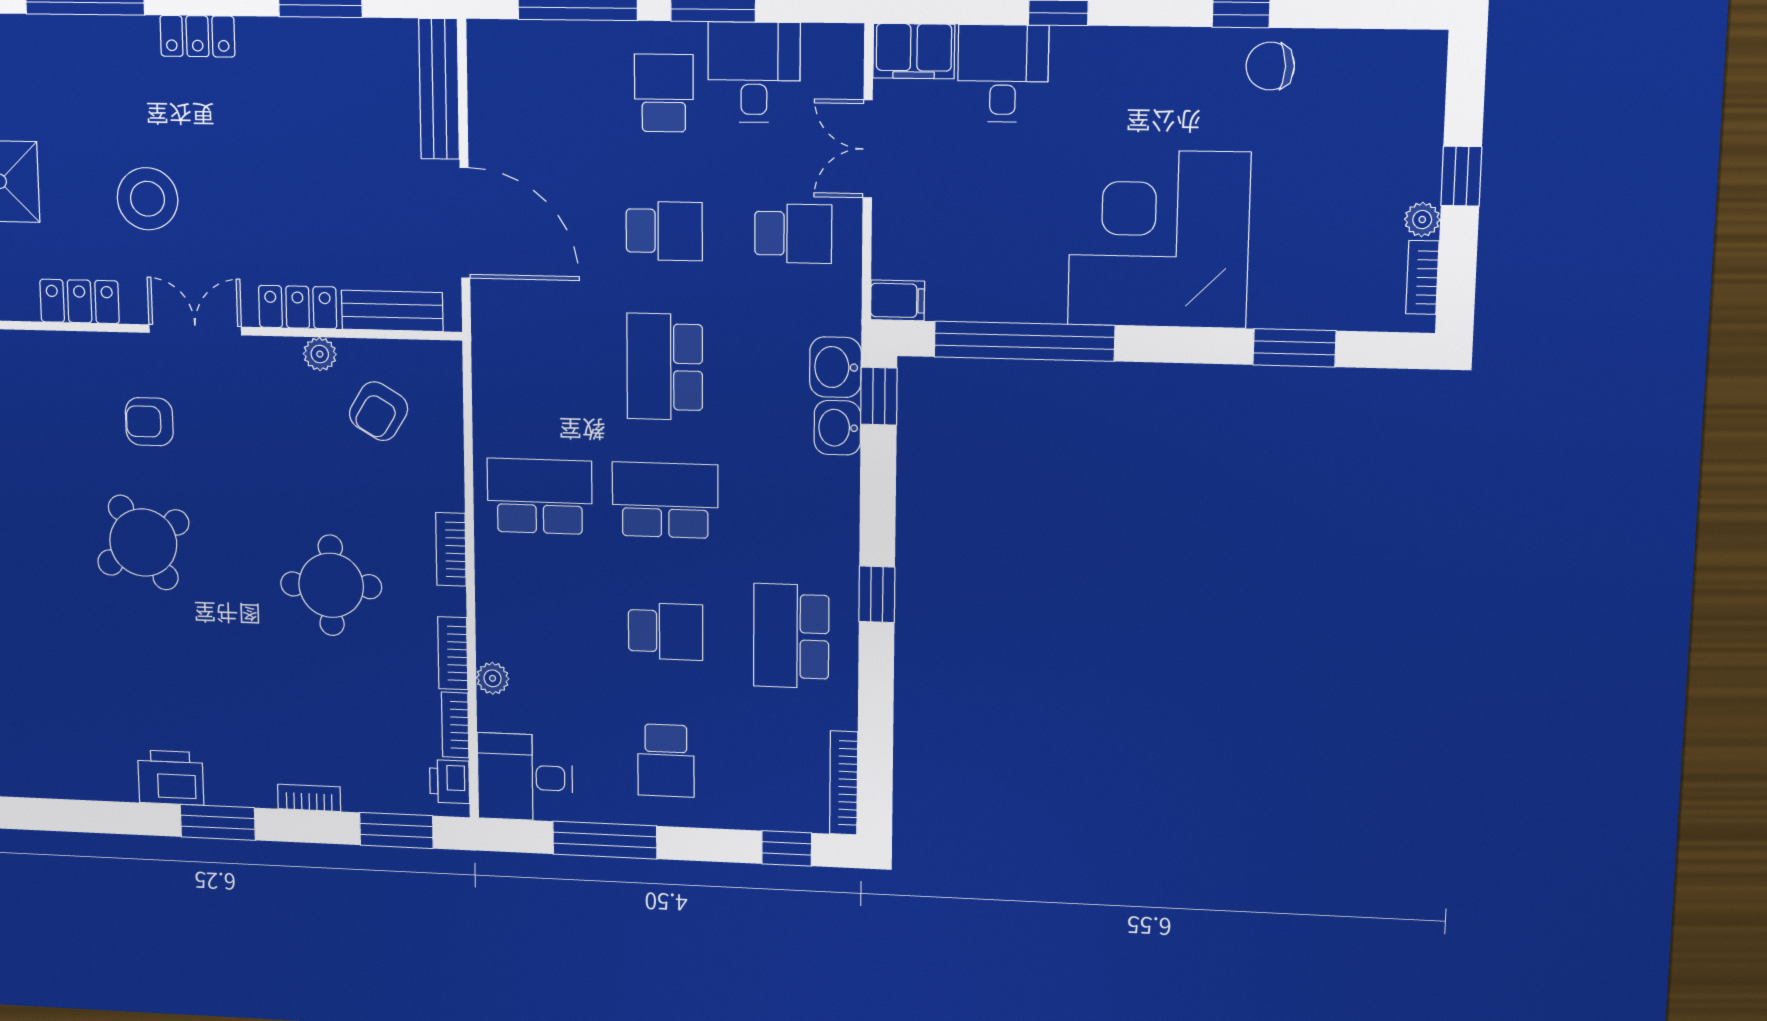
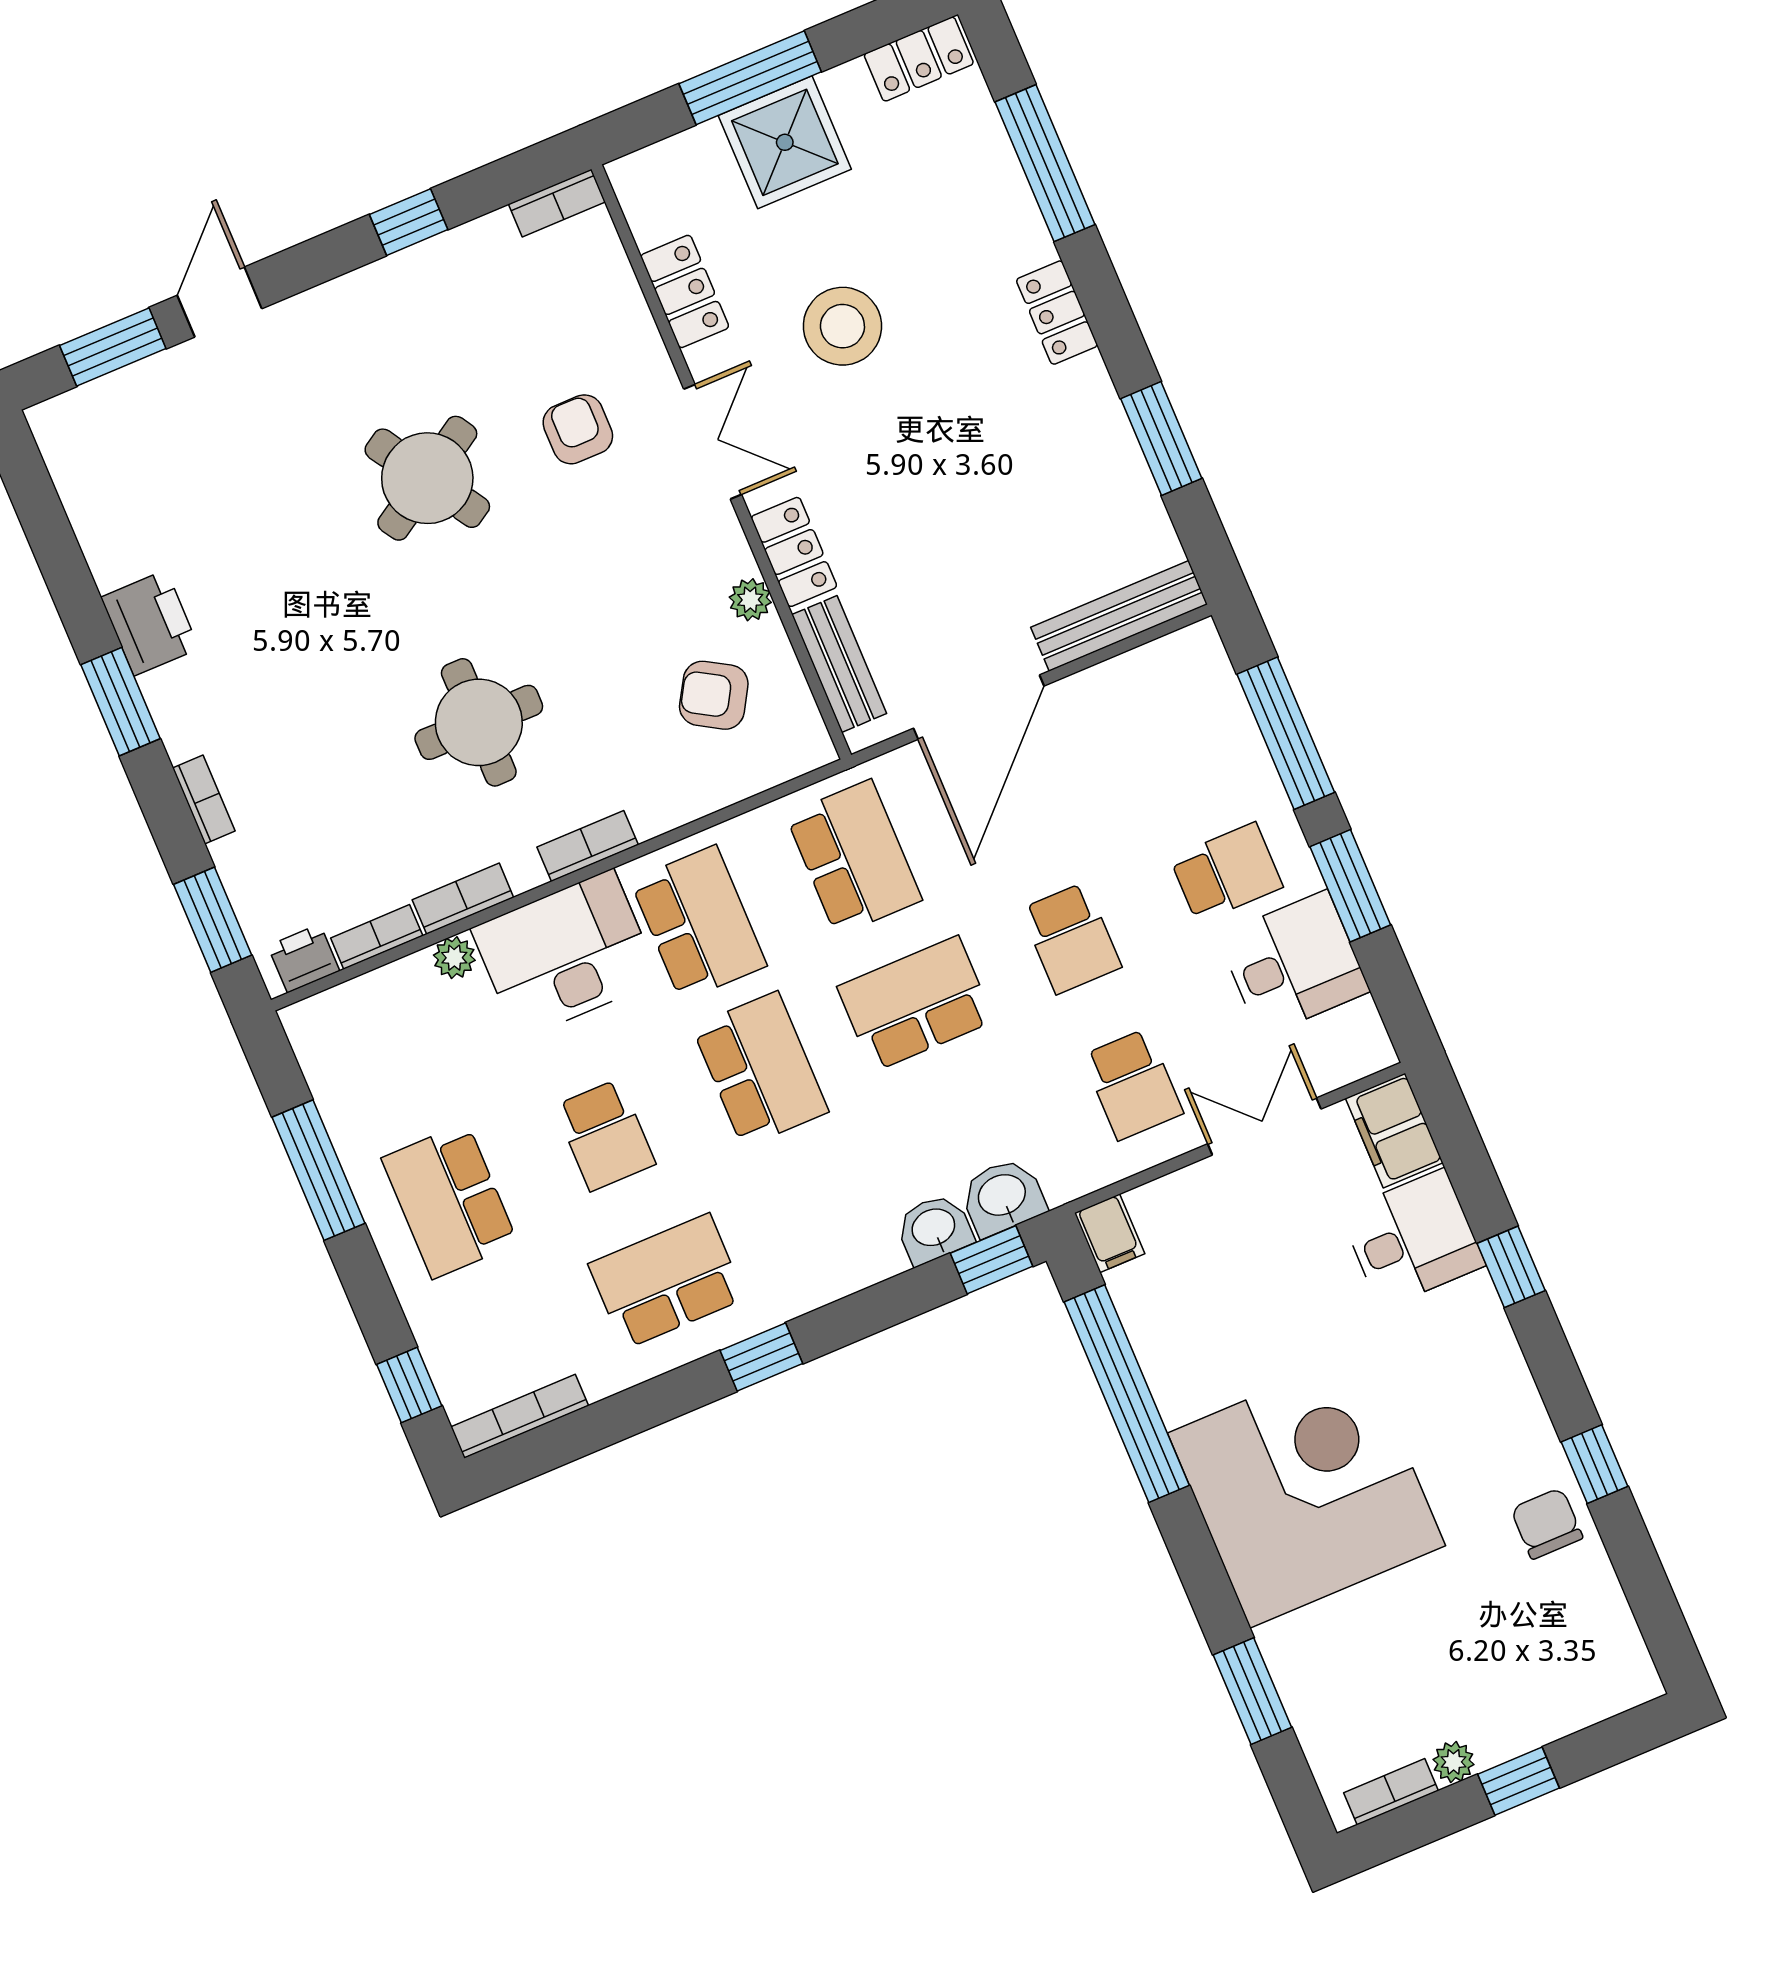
school desk: (538, 363) -> (854, 858), added
school desk: (666, 761) -> (450, 1201), width x1.85
desk: (525, 777) -> (565, 954), moved, width x1.37

